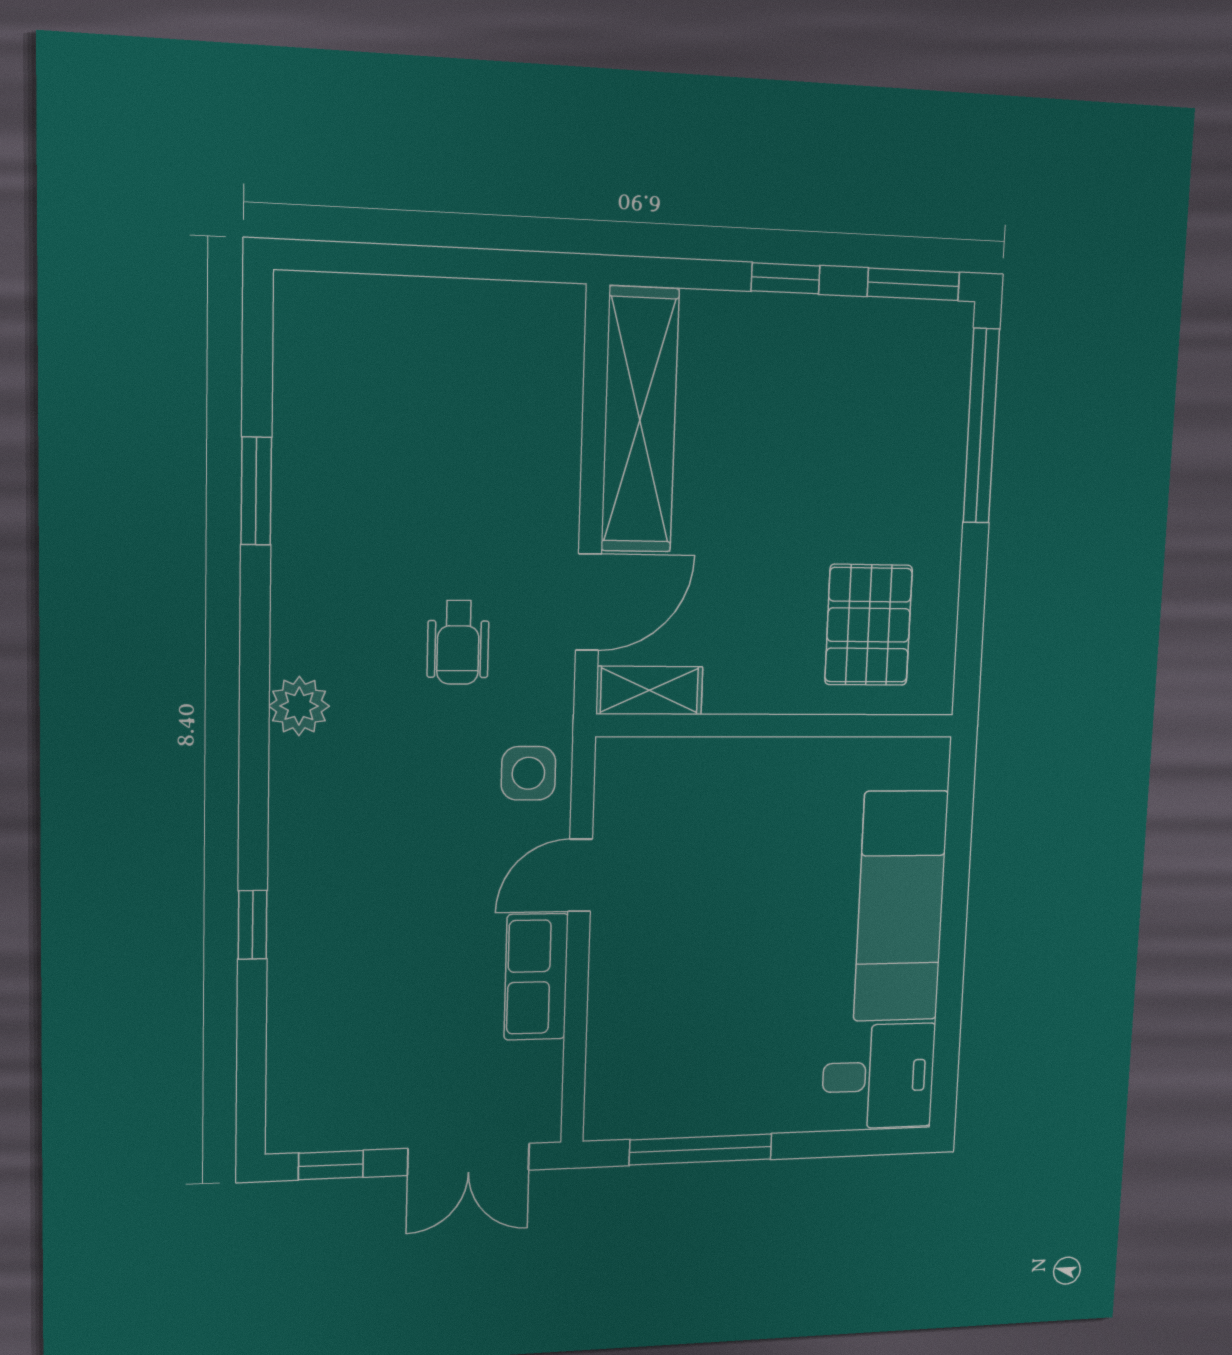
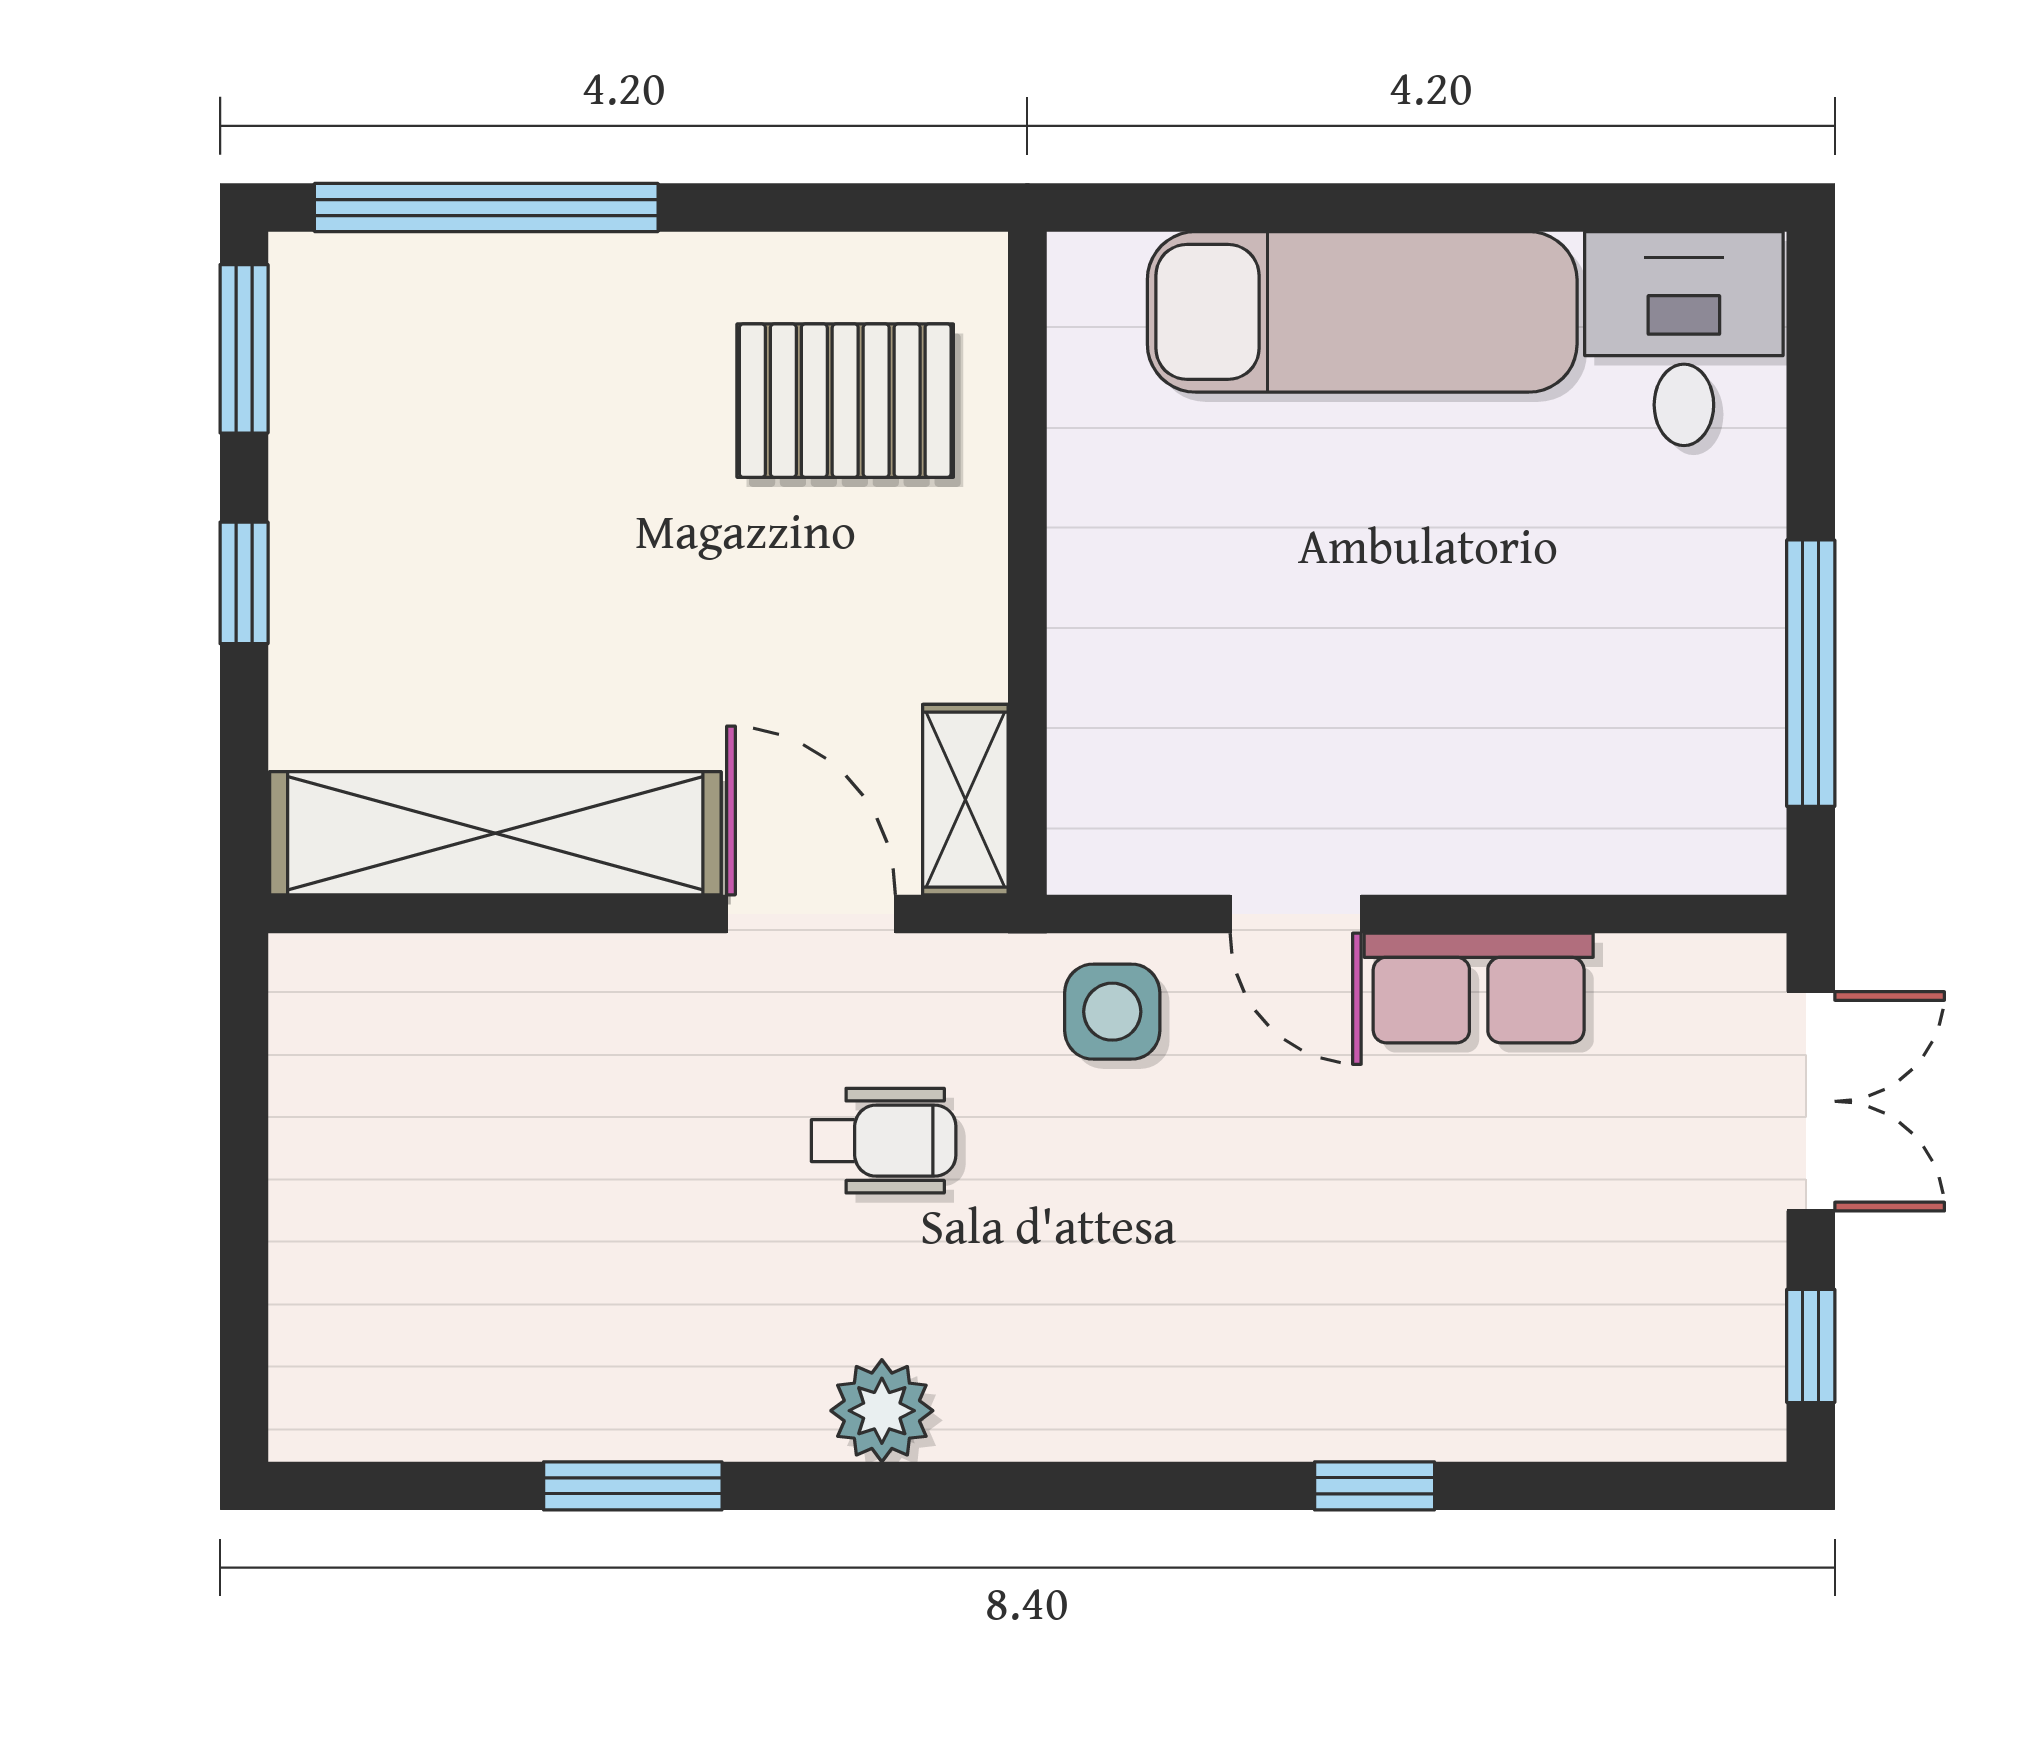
plant: (299, 706) -> (882, 1411), moved

